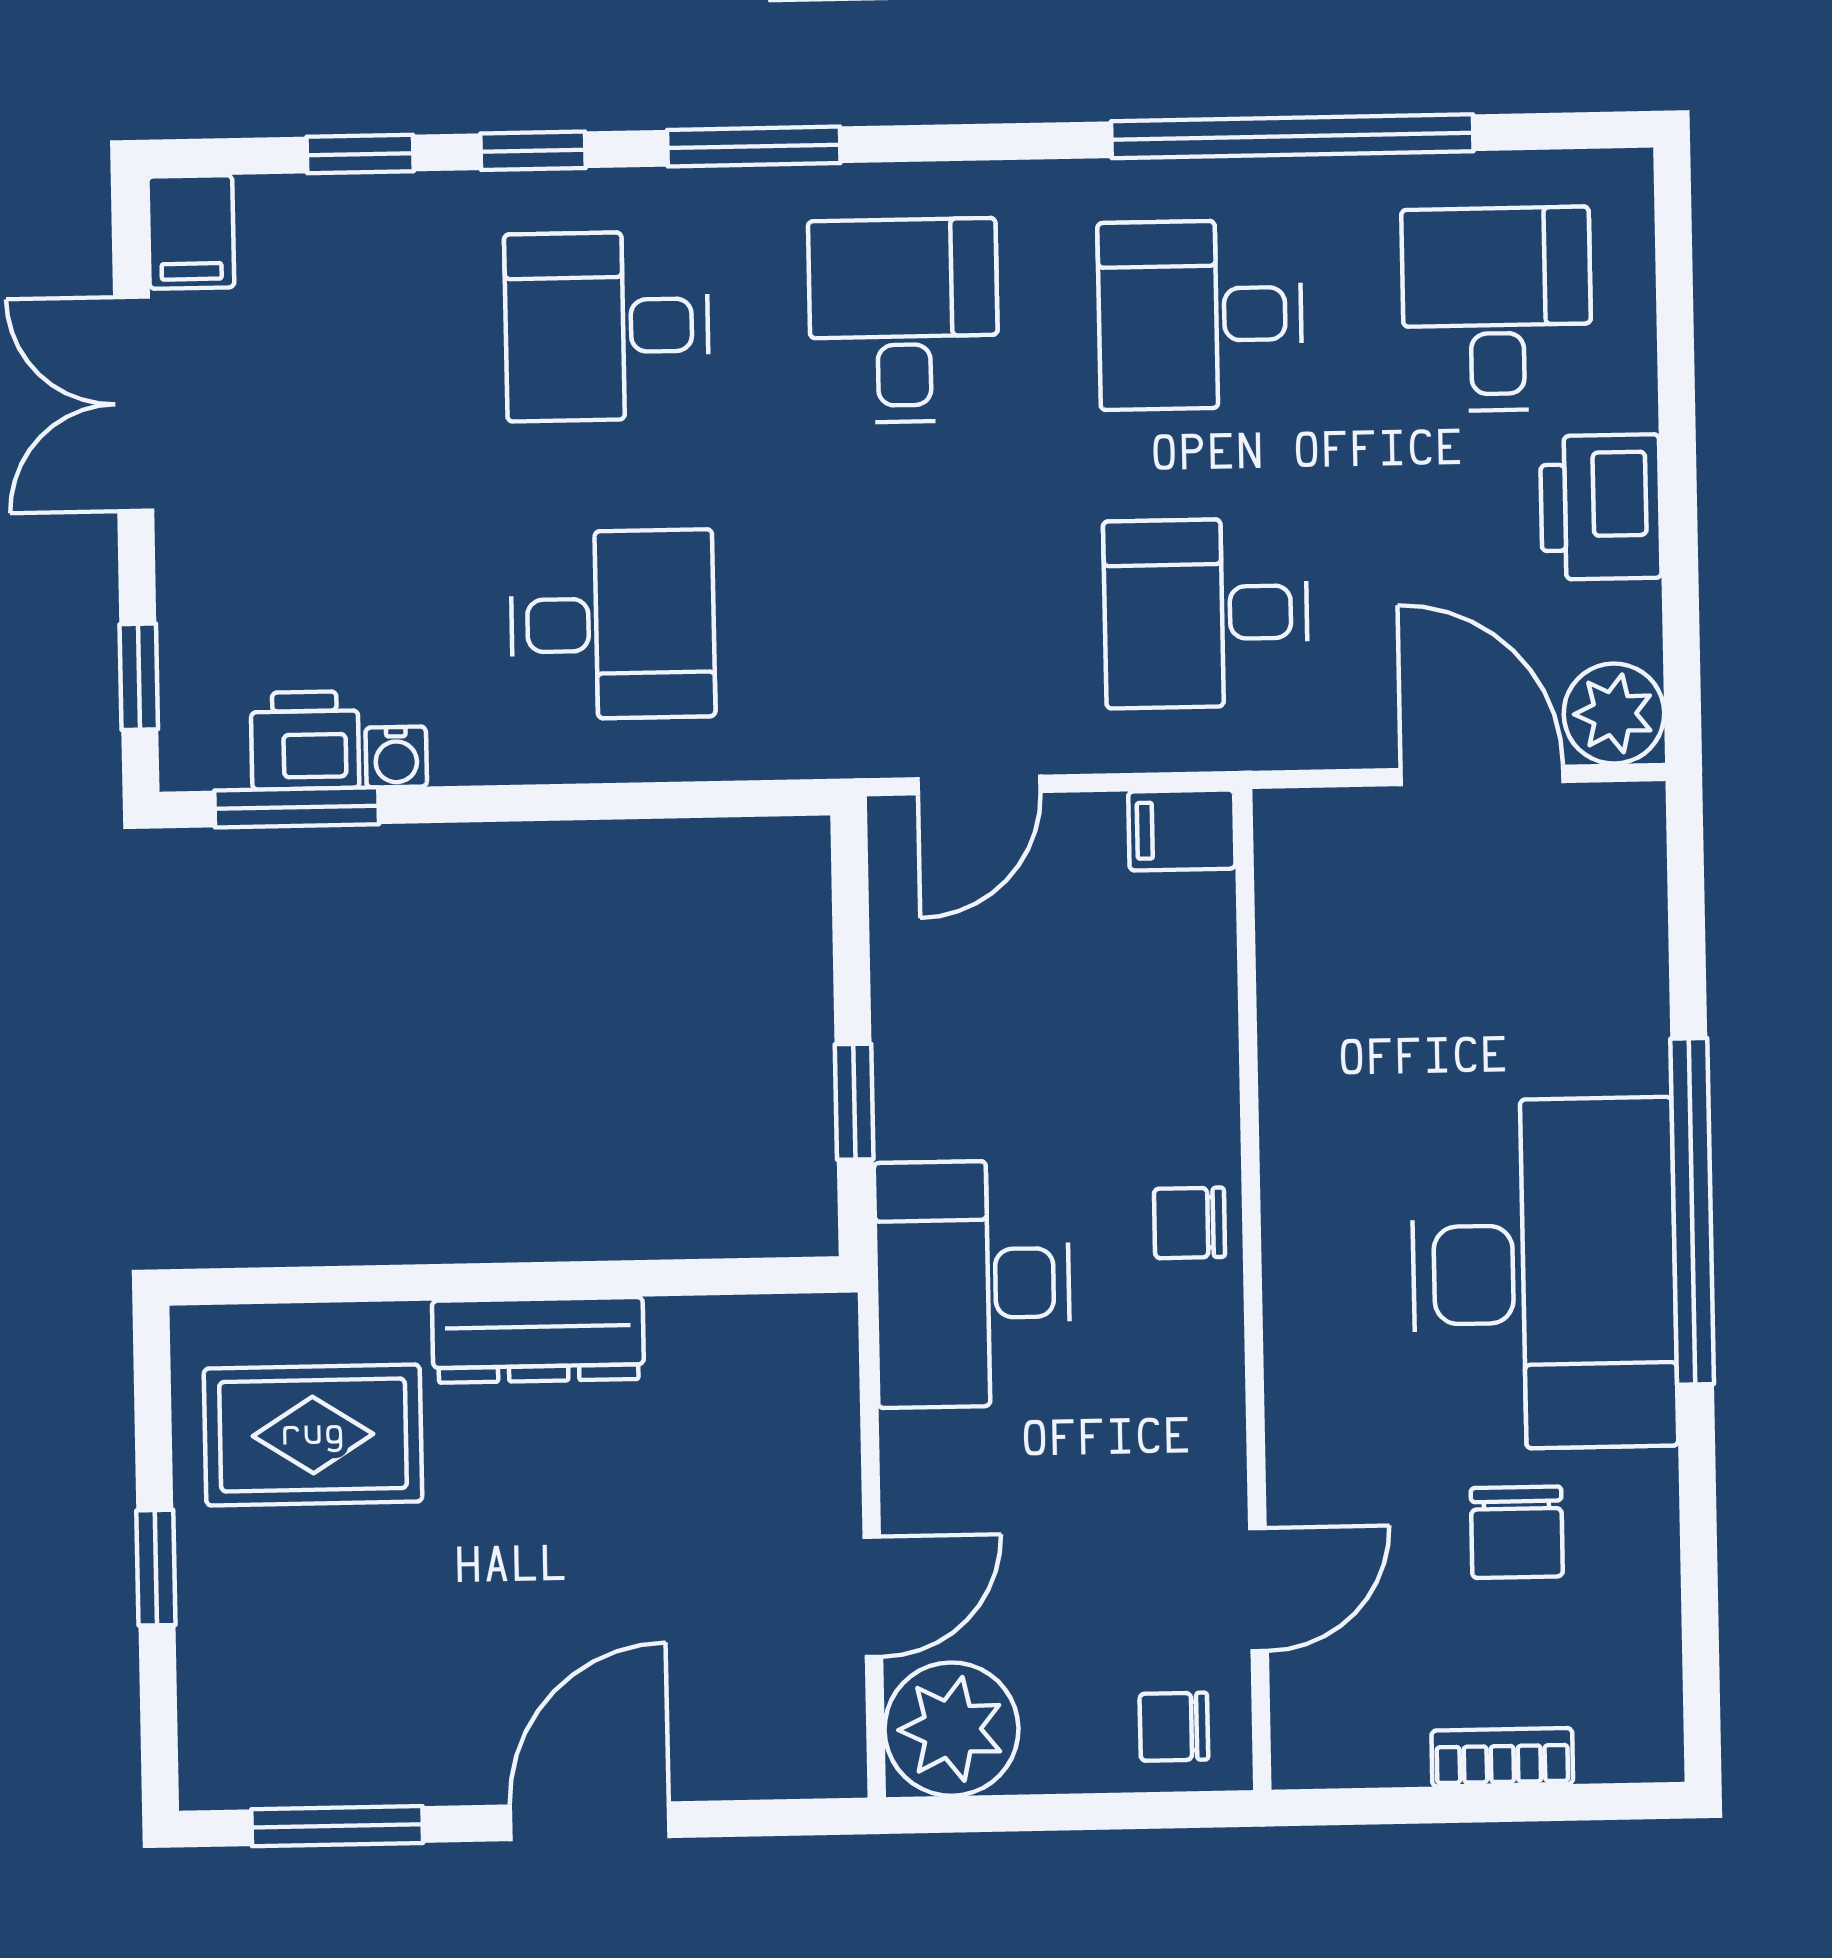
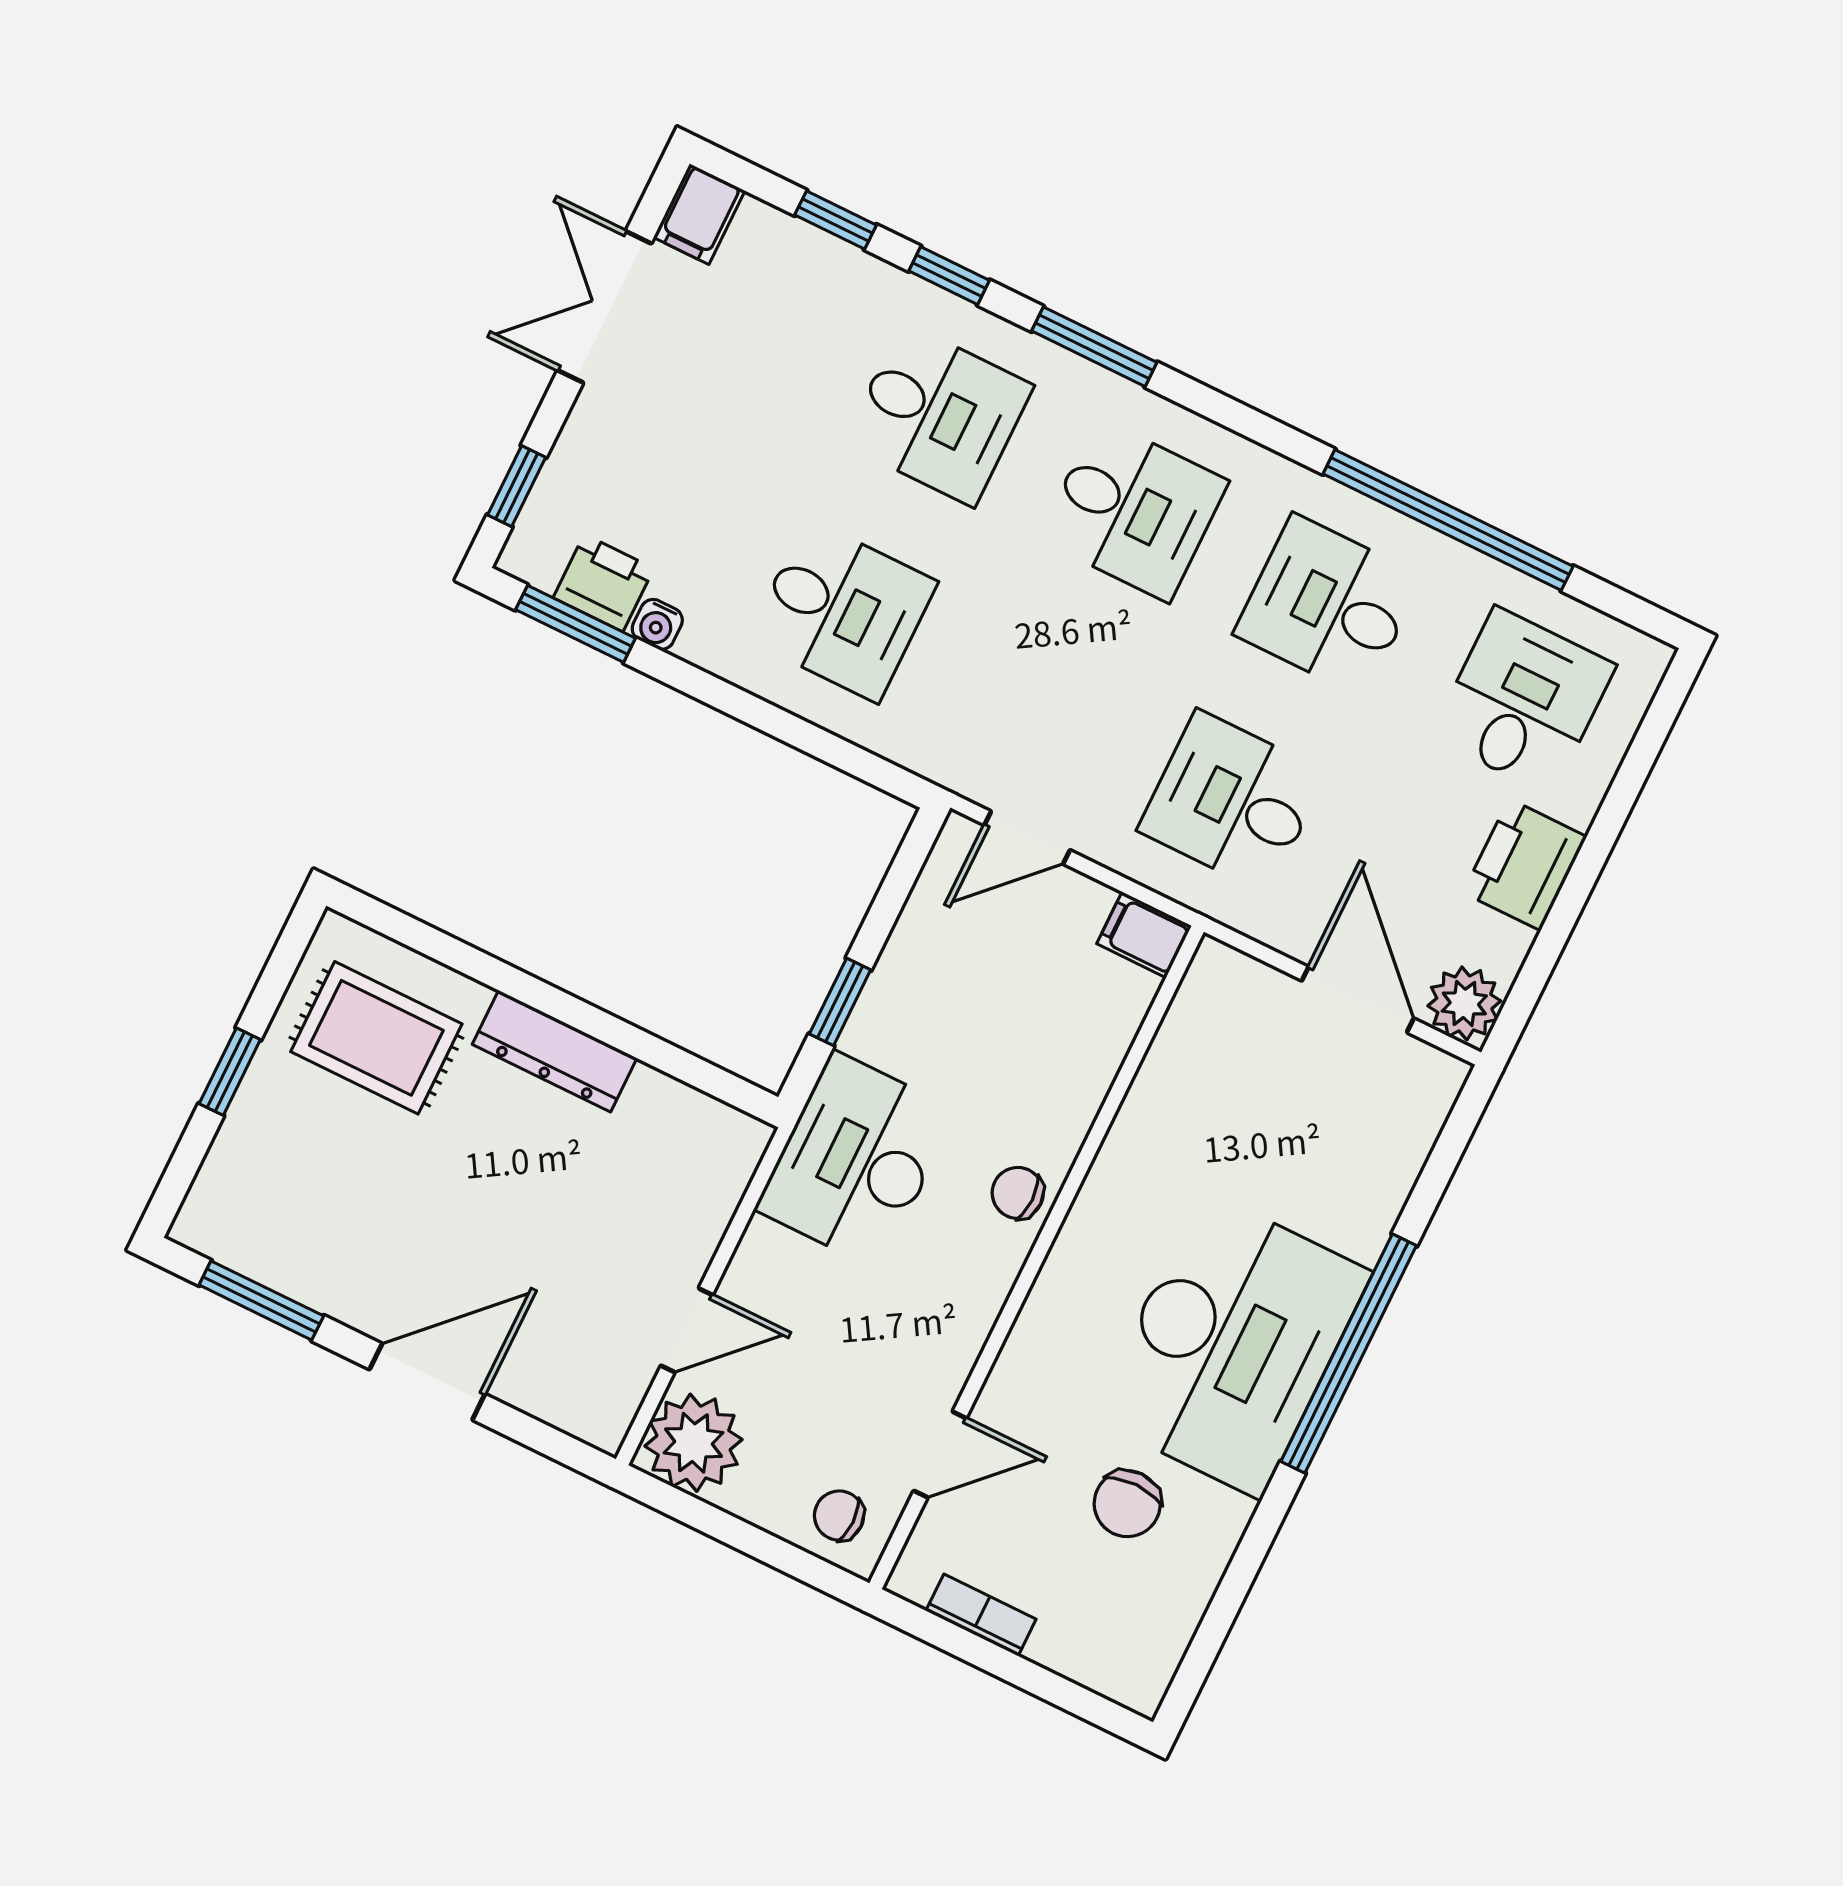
desk: (903, 320) -> (1133, 510), turned 90
desk: (607, 326) -> (938, 414), turned 180
bookcase: (1502, 1757) -> (981, 1615), moved

